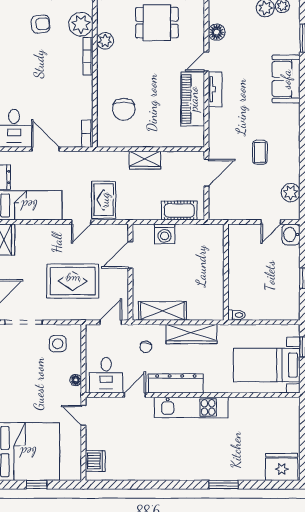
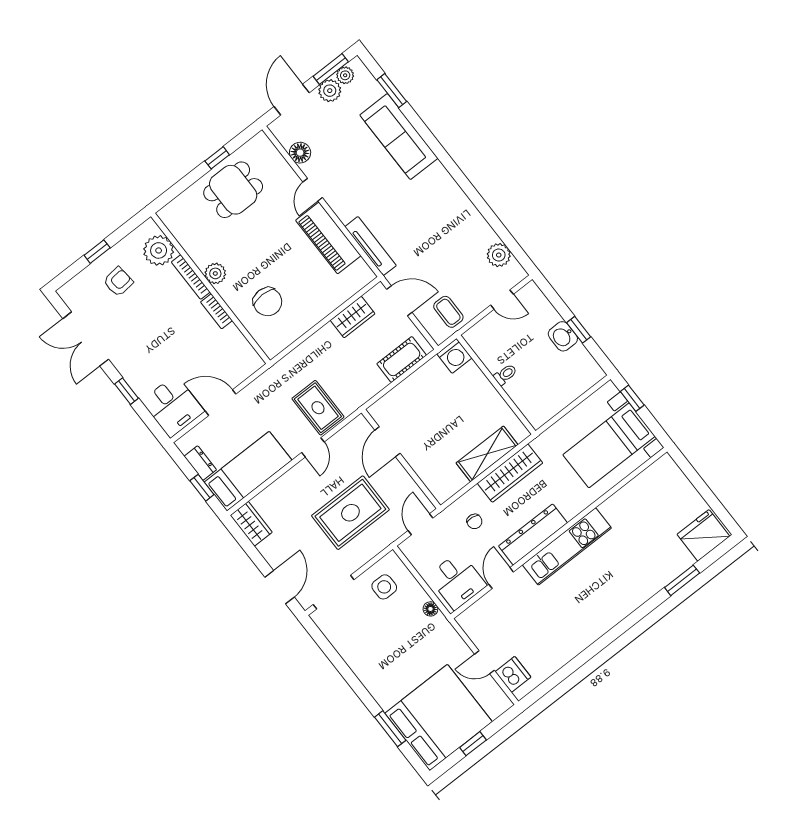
plant: (105, 41) -> (215, 273), moved
sofa: (286, 79) -> (399, 137), width x1.36
tv unit: (215, 89) -> (371, 246), moved, width x1.41
bookcase: (87, 134) -> (216, 311), moved
coffee table: (260, 152) -> (448, 312), moved
wardrobe: (145, 160) -> (353, 317), moved
door: (206, 173) -> (399, 301), hinge flipped
door: (271, 222) -> (502, 300), hinge flipped
washing machine: (165, 234) -> (454, 356), moved
washbasin: (291, 235) -> (563, 336), moved
shelving: (162, 311) -> (487, 454), moved
toilet: (236, 315) -> (505, 375), moved
door: (83, 415) -> (484, 662), moved
window: (223, 485) -> (682, 580), moved

